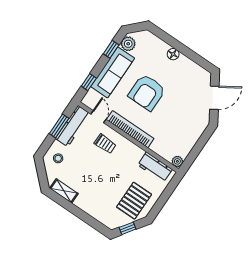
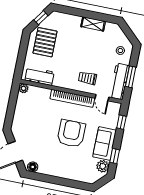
floor lamp: (173, 54) -> (33, 167), moved
sofa: (113, 72) -> (105, 144), width x0.73
shelving: (64, 191) -> (93, 24), moved

